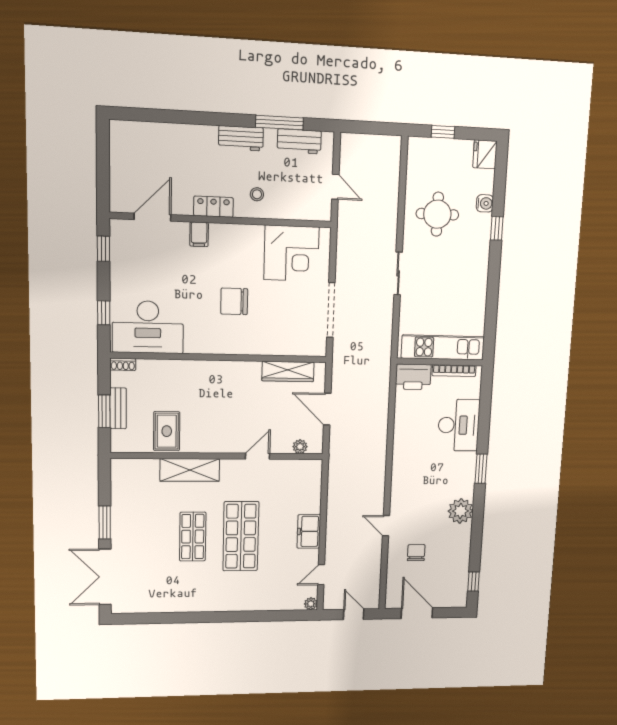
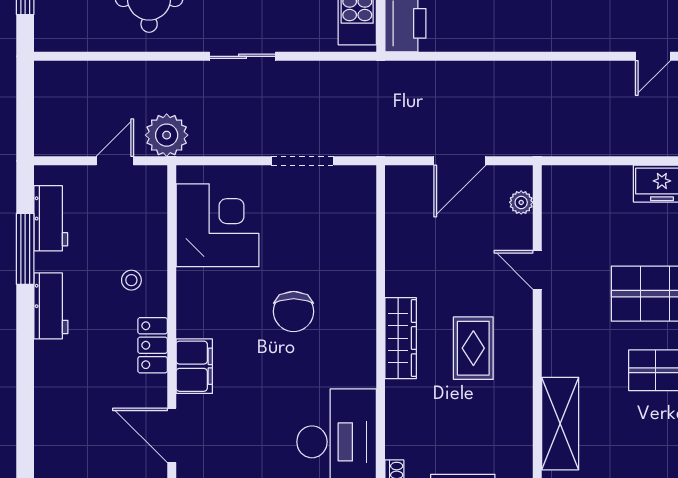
plant: (351, 222) -> (167, 135), added
filing cabinet: (199, 234) -> (194, 366), width x2.00
doorway: (331, 310) -> (302, 161), width x0.73
wardrobe: (288, 371) -> (401, 338), moved
rug: (167, 431) -> (473, 348), moved, turned 90
shelving: (190, 470) -> (560, 424), moved

